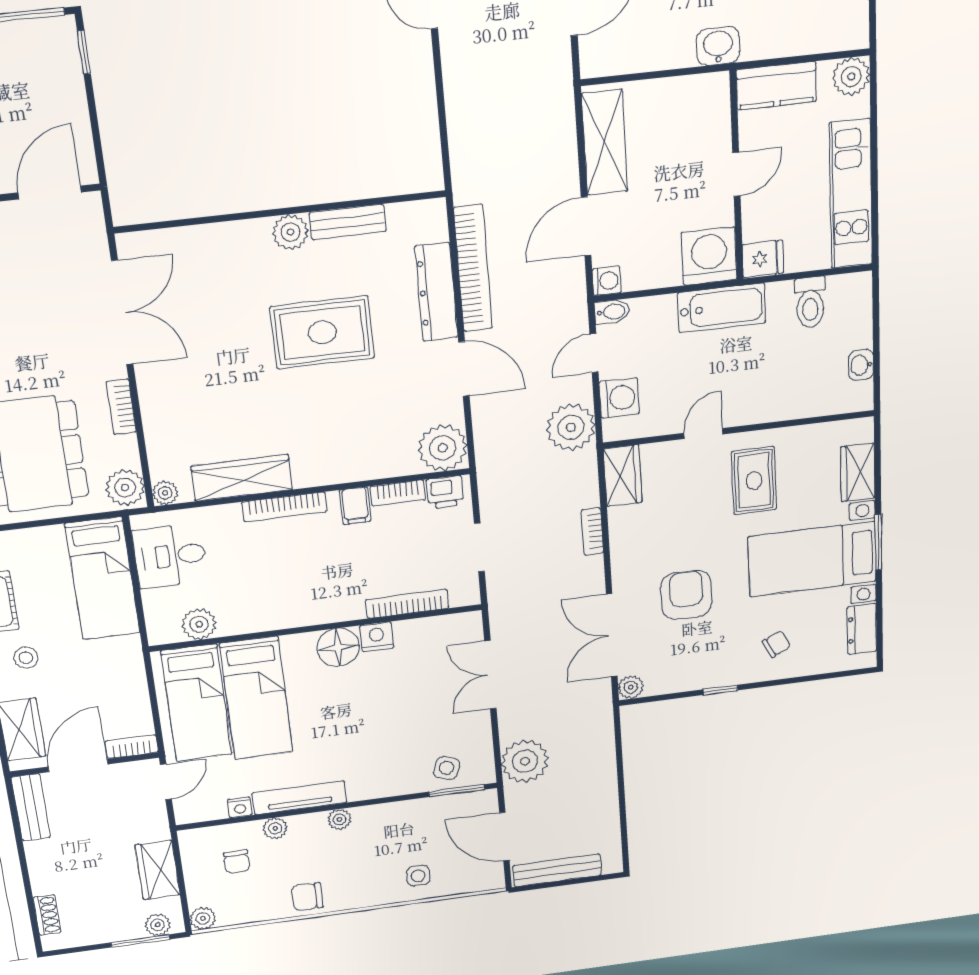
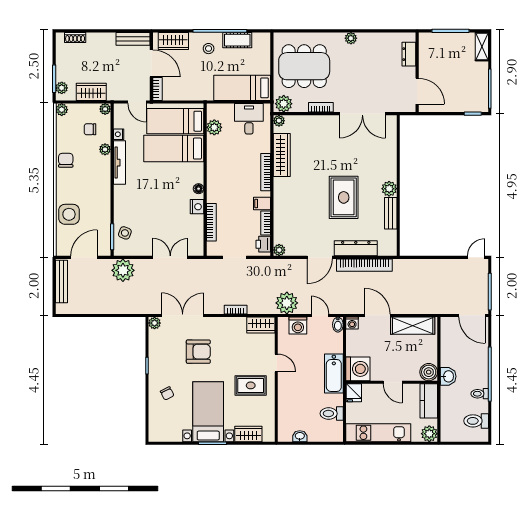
boiler: (710, 93) -> (429, 372), added
plant: (443, 448) -> (279, 250), width x0.53, depth x0.53
dresser: (862, 629) -> (169, 435), removed
floor lamp: (338, 648) -> (199, 189), width x0.53, depth x0.53
plant: (339, 819) -> (105, 109), moved
side table: (418, 876) -> (69, 214), width x1.87, depth x1.87

